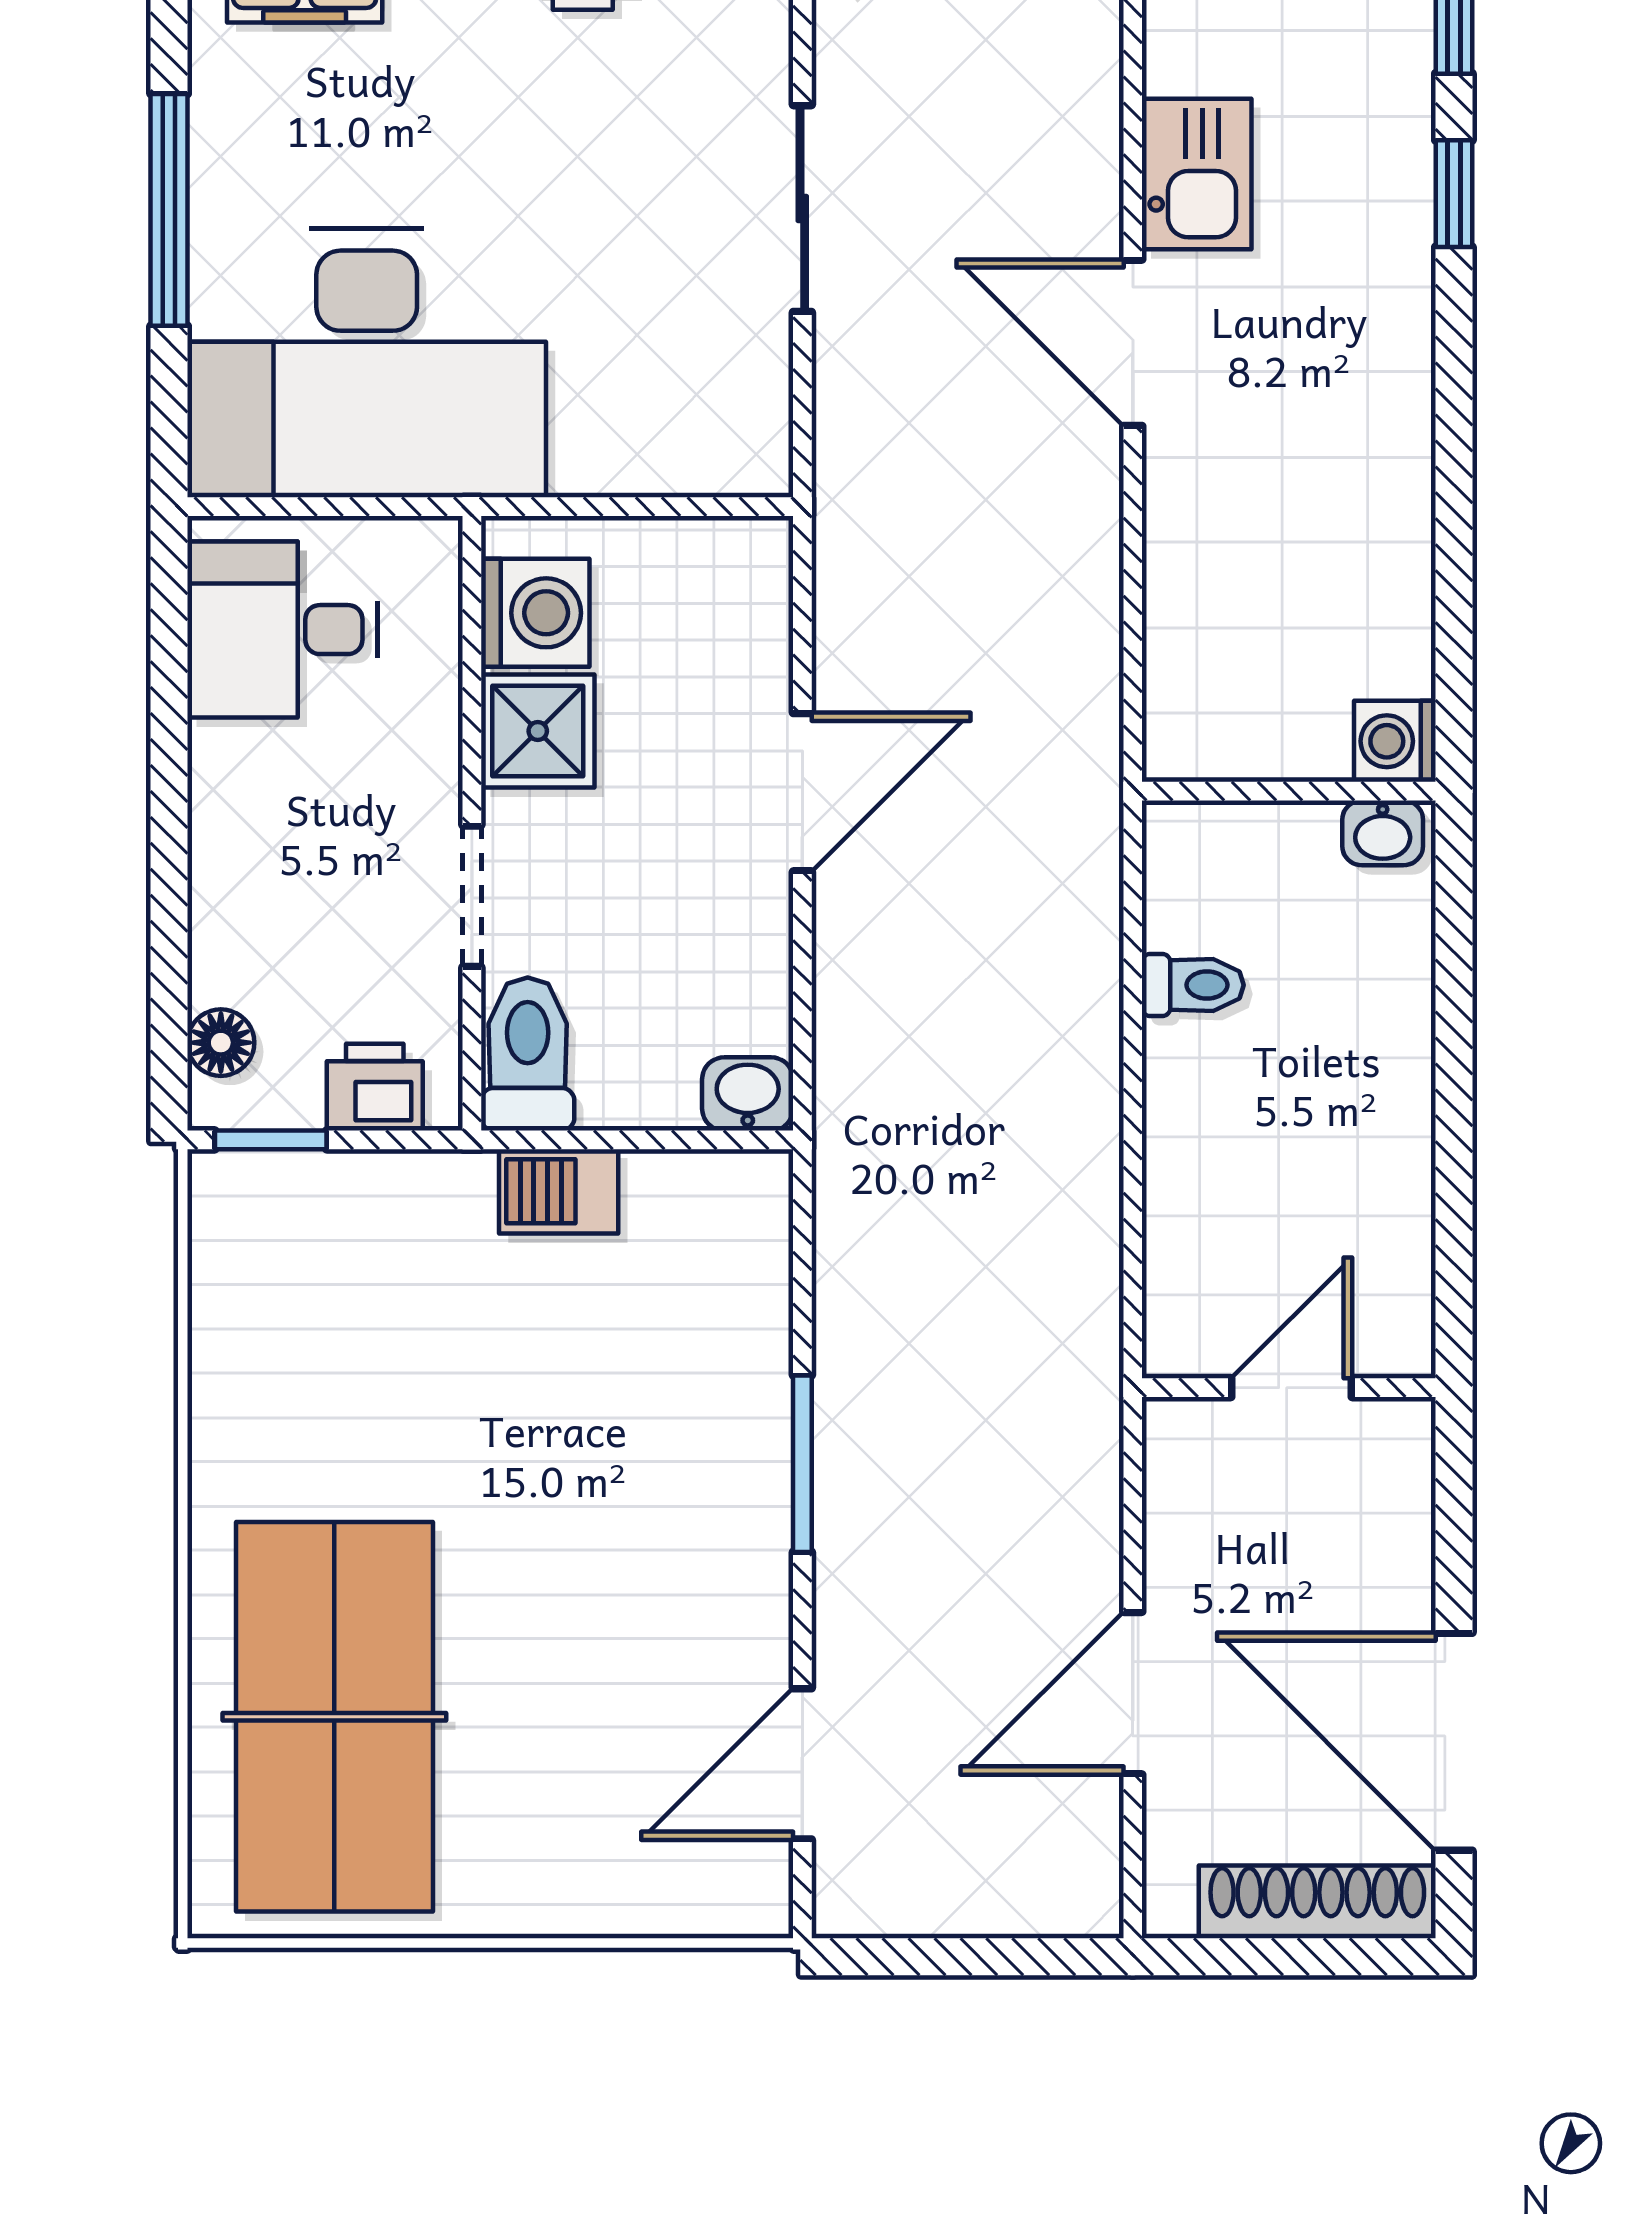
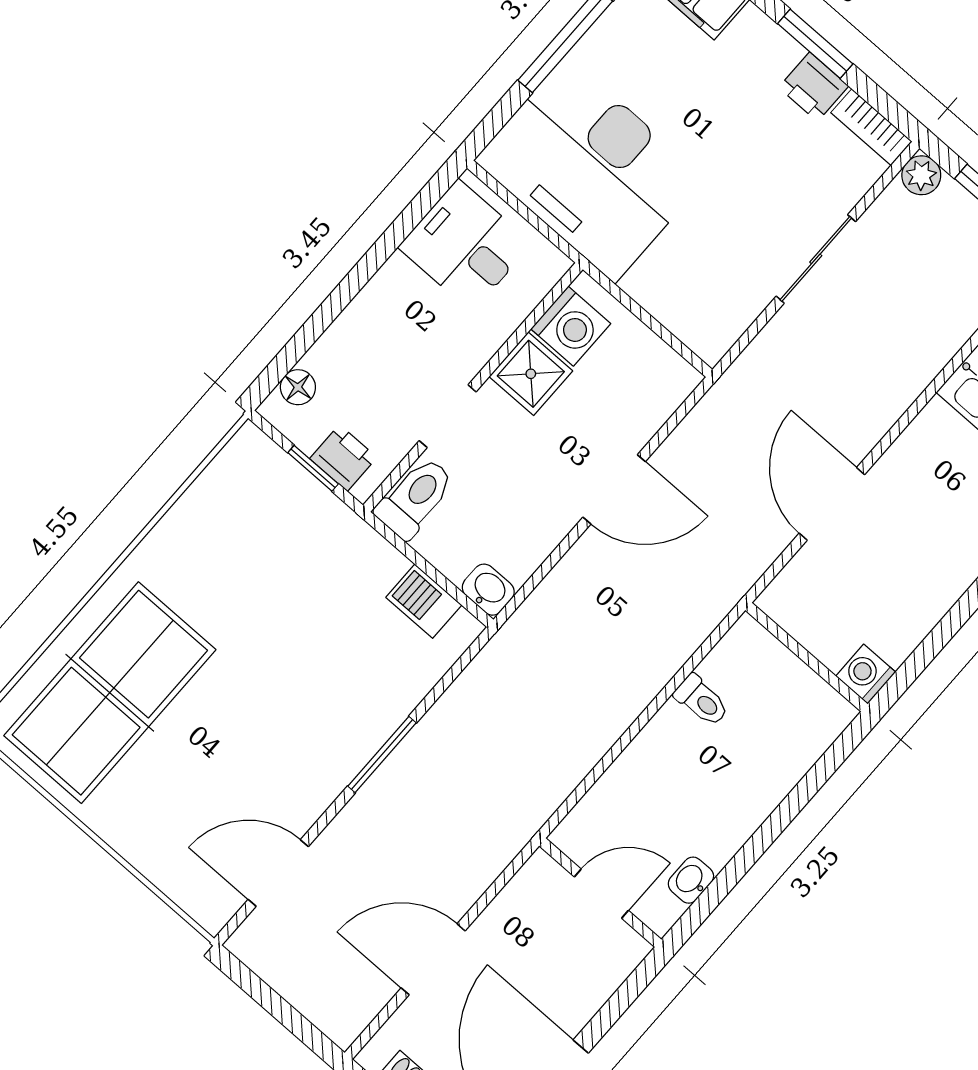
door: (1133, 343) -> (832, 504), moved
washbasin: (1383, 833) -> (691, 880), moved, turned 90
window: (271, 1140) -> (313, 468), moved
barbecue: (559, 1191) -> (424, 601), moved

